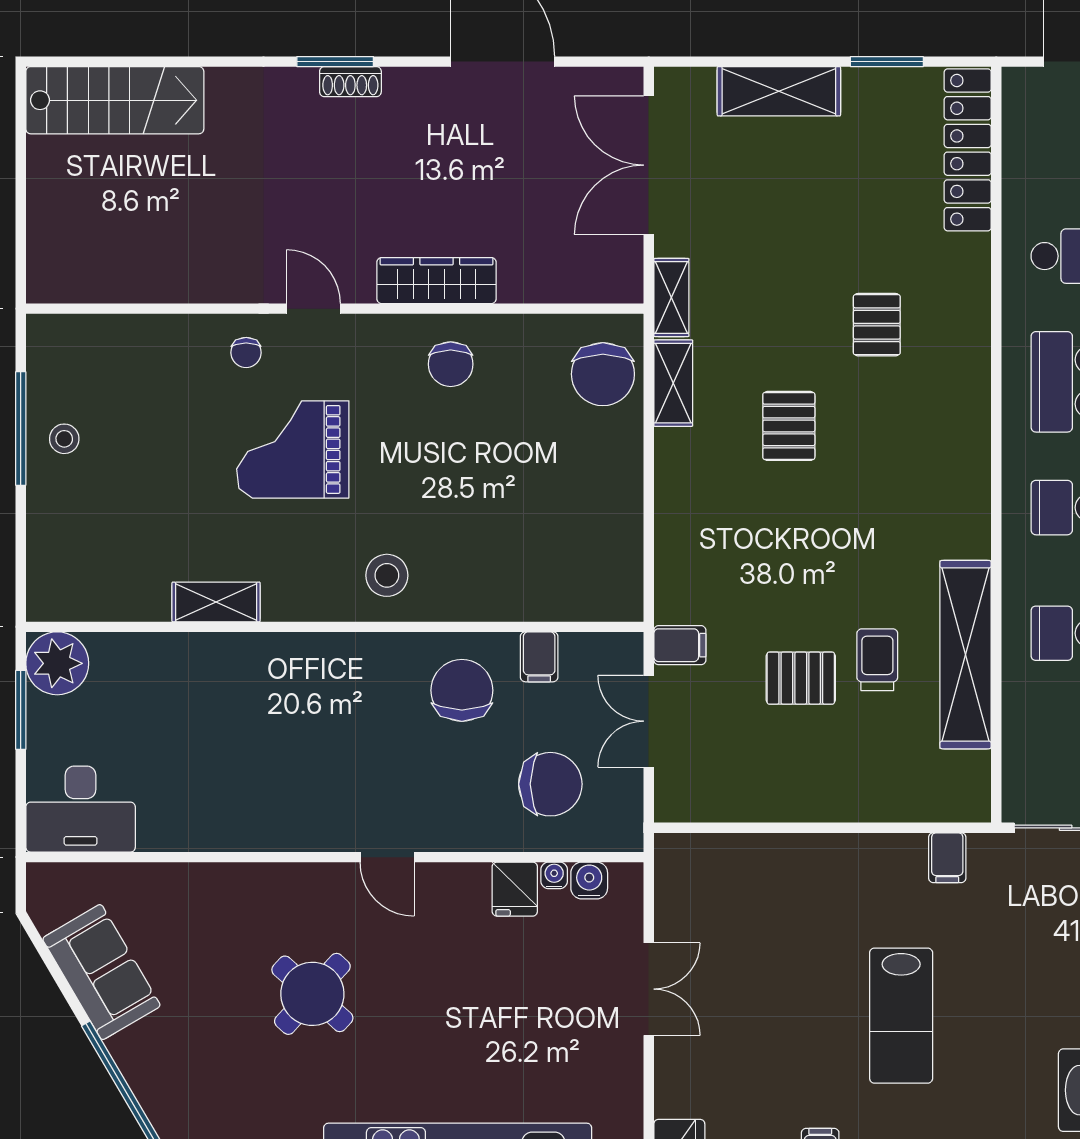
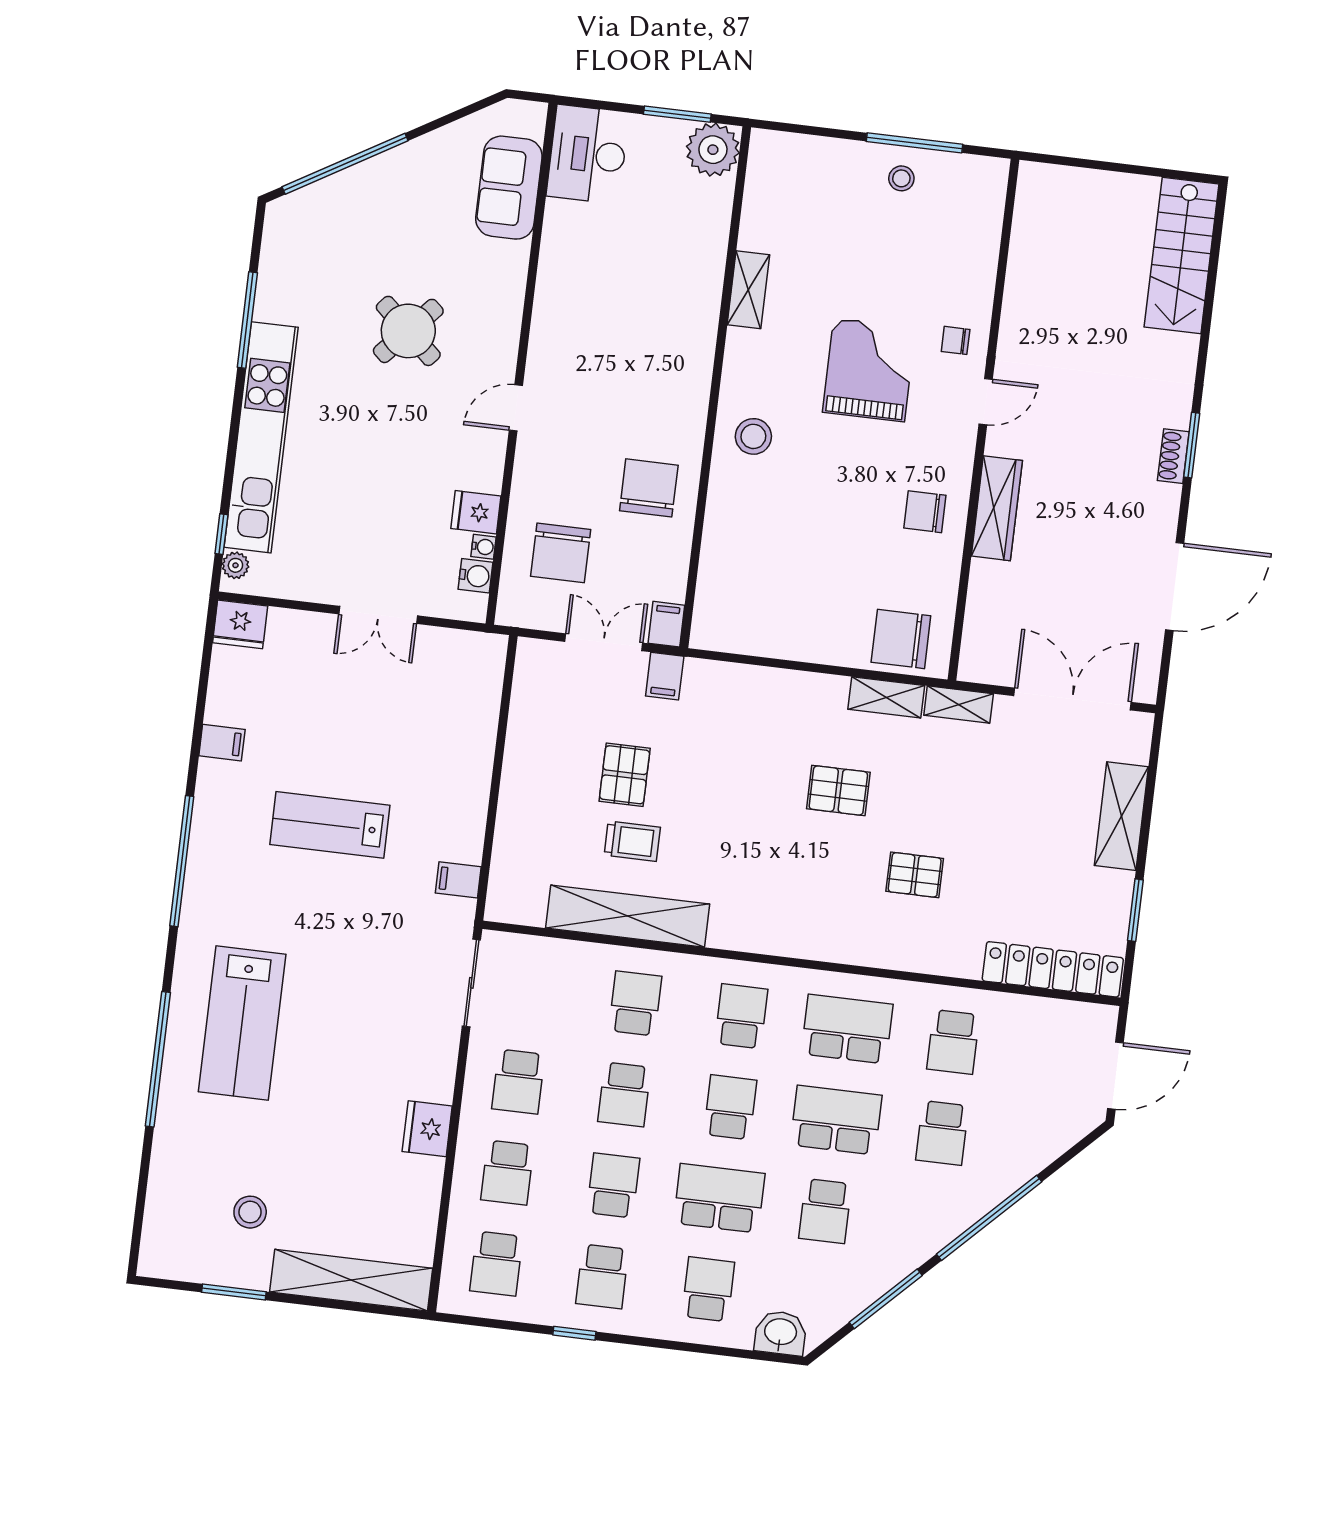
filing cabinet: (539, 657) -> (666, 624), moved, turned 90
chair: (462, 690) -> (649, 488), turned -90
sofa: (101, 972) -> (509, 188), moved, turned 120

